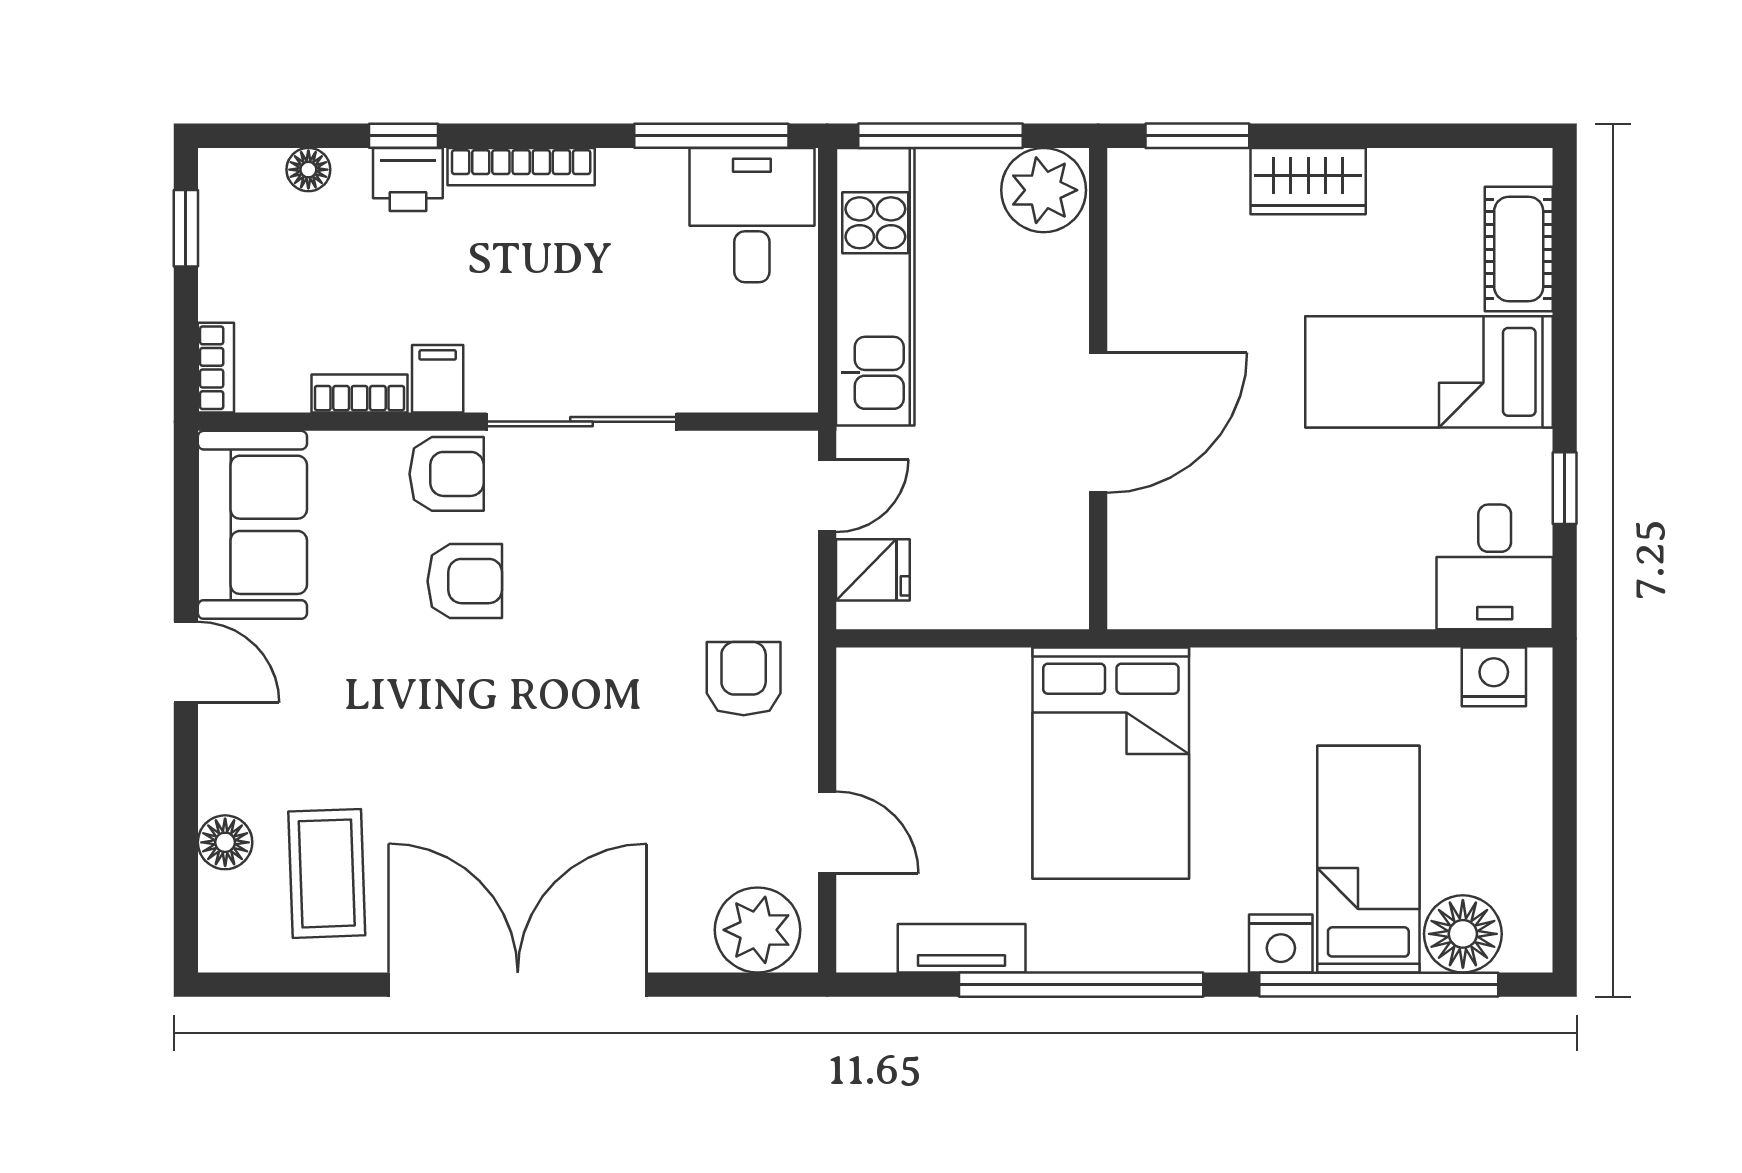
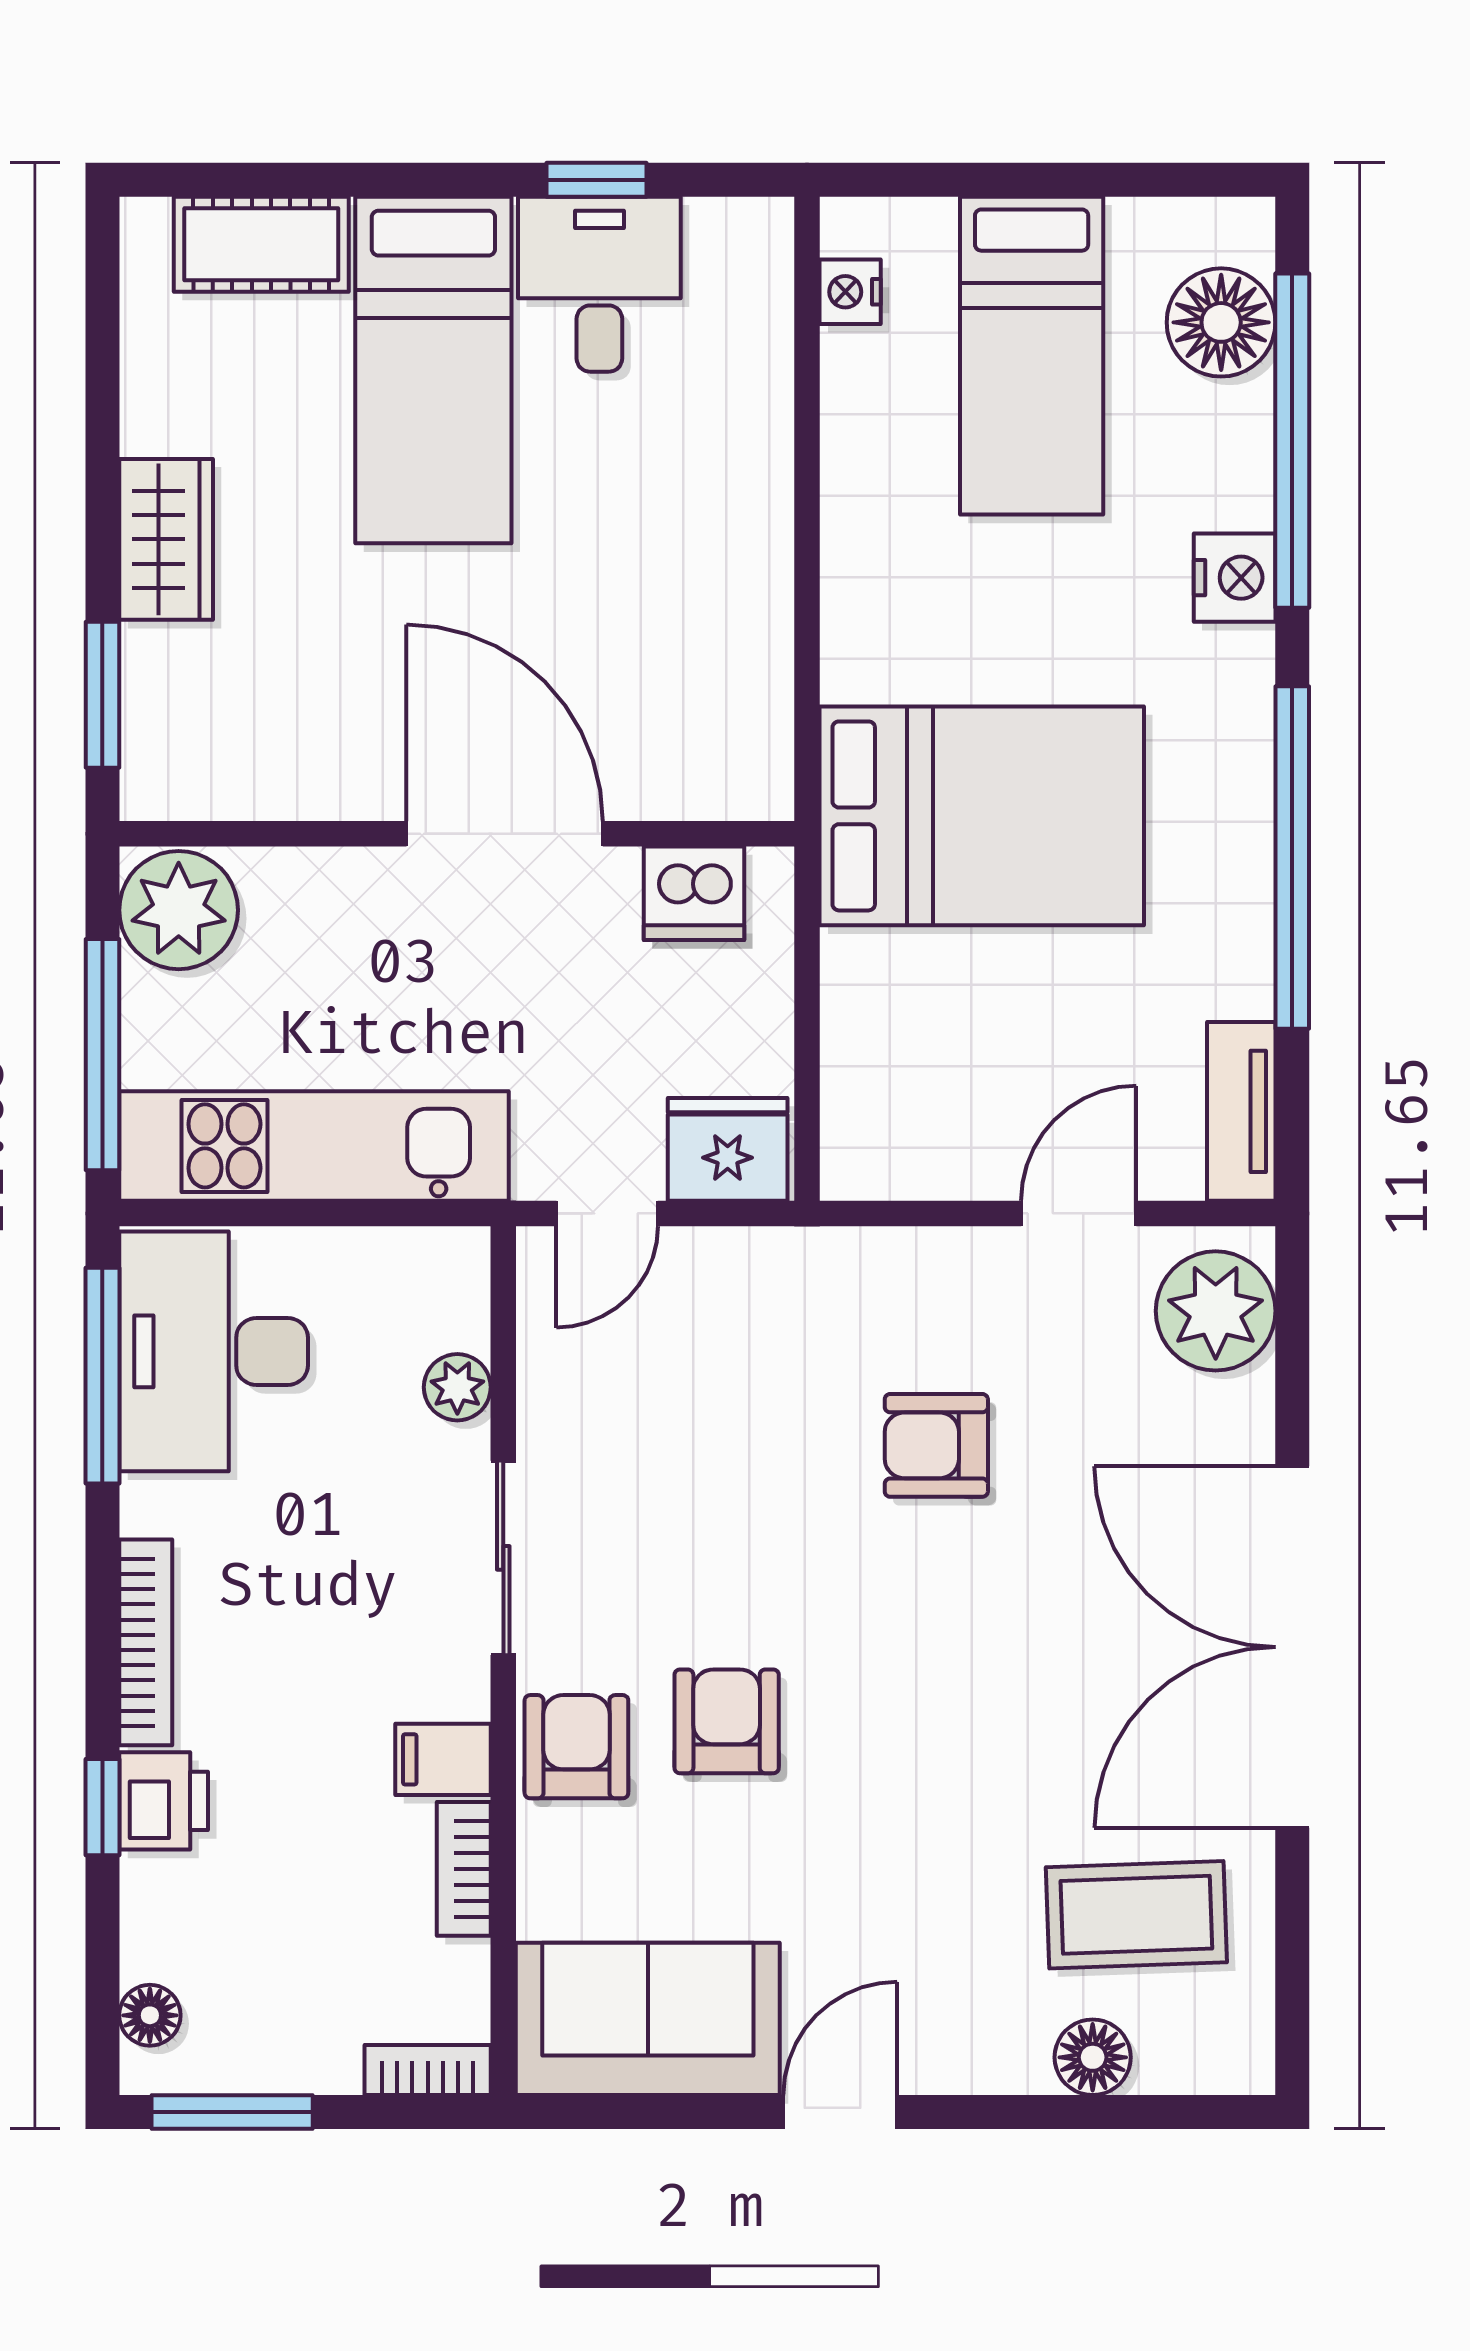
floor lamp: (308, 170) -> (150, 2015), moved
desk: (752, 215) -> (214, 1351), width x1.37
window: (186, 228) -> (232, 2112), width x1.50
plant: (703, 389) -> (457, 1387), added
sliding door: (581, 422) -> (503, 1558), width x0.73
door: (827, 496) -> (607, 1213), swing flipped
dishwasher: (1056, 558) -> (694, 893), added
desk: (1495, 567) -> (599, 284), moved, turned -90
fridge: (873, 570) -> (728, 1149), width x1.38
nightstand: (1494, 677) -> (850, 292), width x0.72, depth x0.74
armchair: (744, 679) -> (936, 1445), moved
bed: (1368, 859) -> (1032, 356), moved, turned -90
tv unit: (962, 948) -> (1241, 1111), moved

